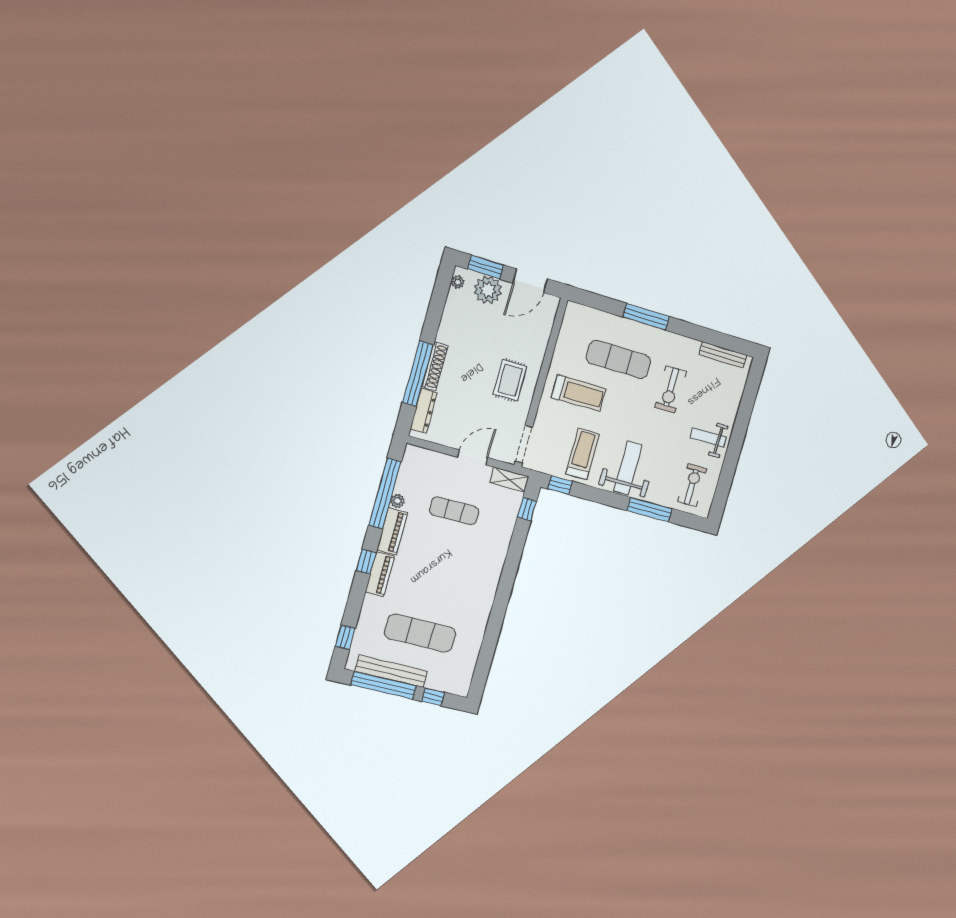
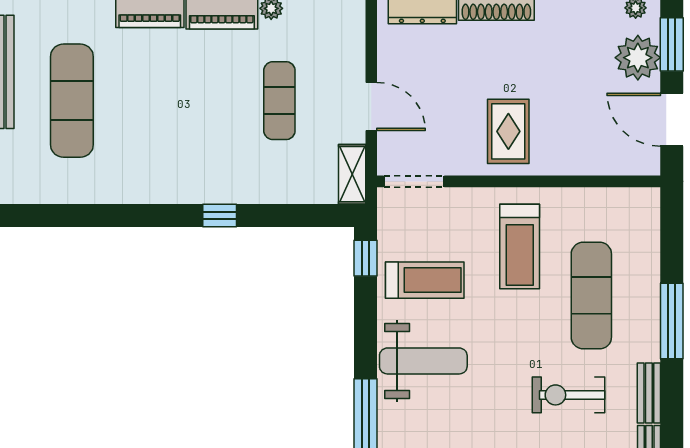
bench: (683, 343) -> (649, 393), added
rug: (510, 380) -> (508, 131), turned 90
window: (527, 509) -> (220, 215), moved

